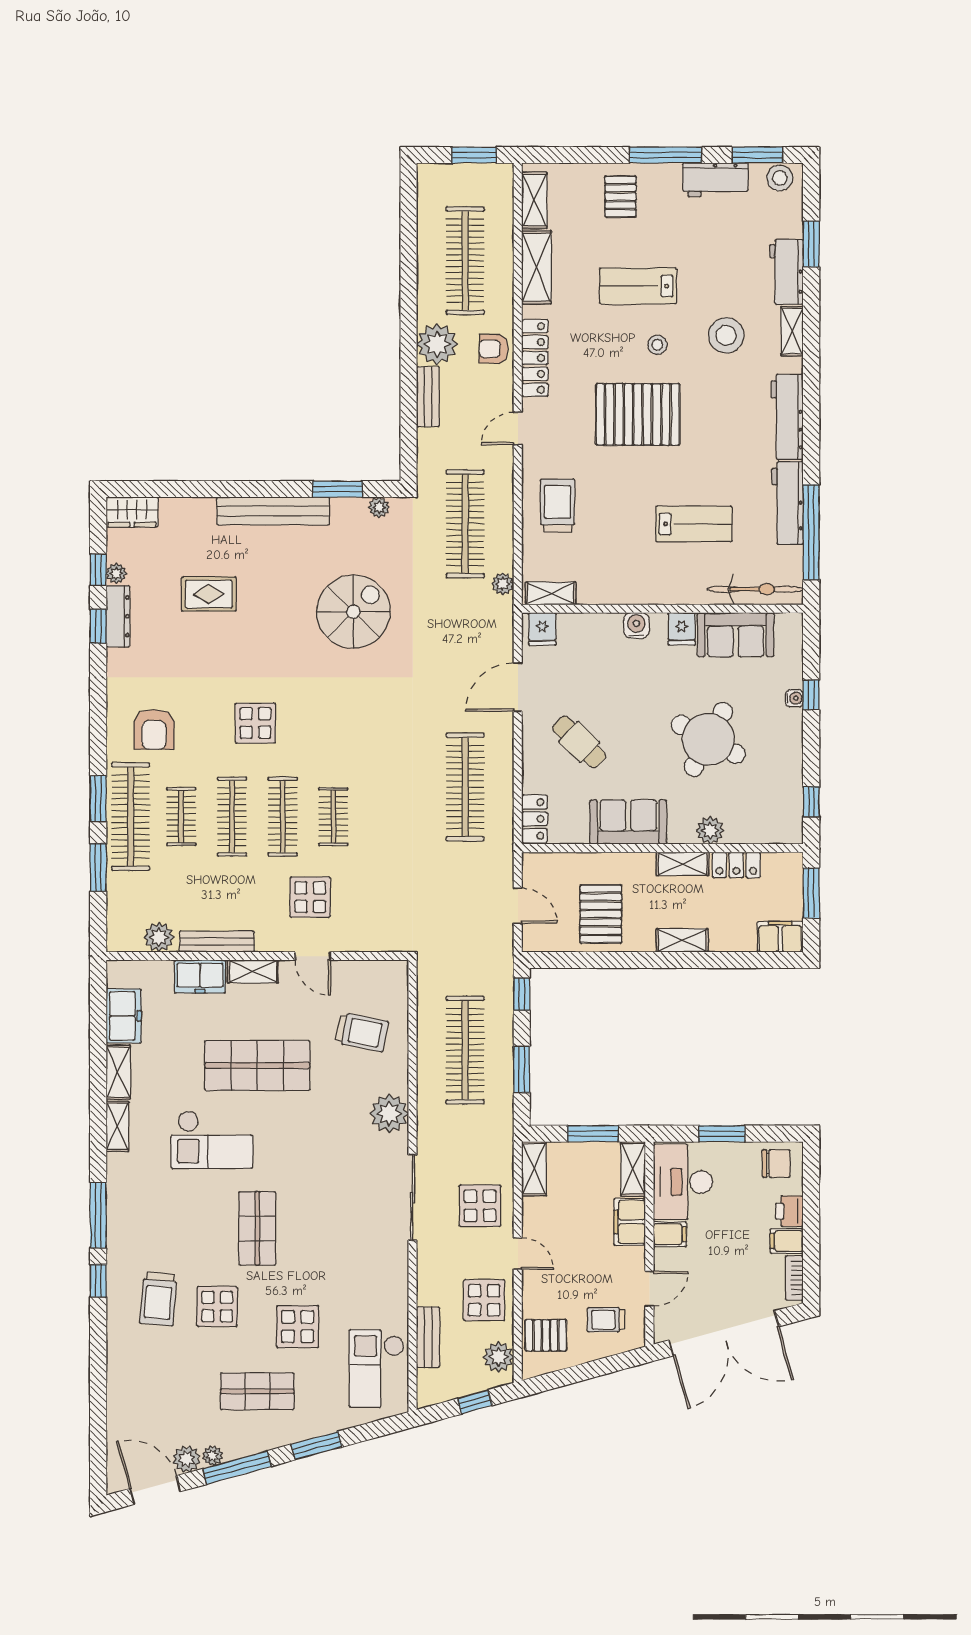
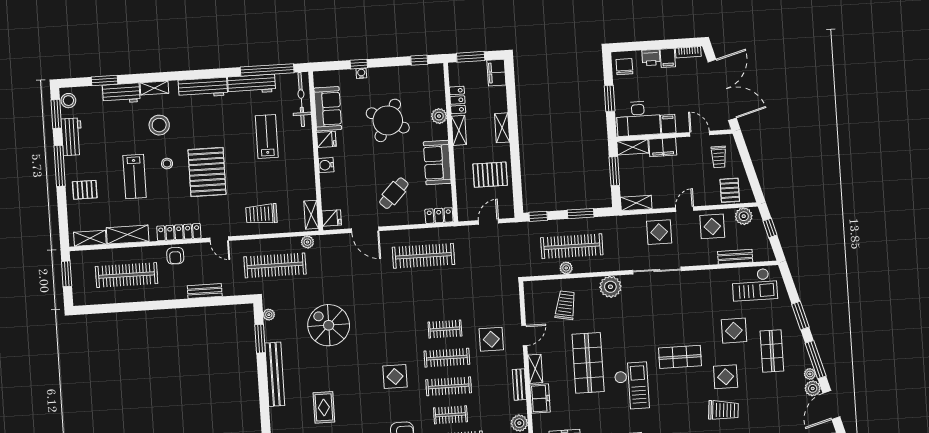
plant: (437, 344) -> (566, 268), moved, width x0.53, depth x0.53
bench: (217, 942) -> (519, 385), width x0.73

